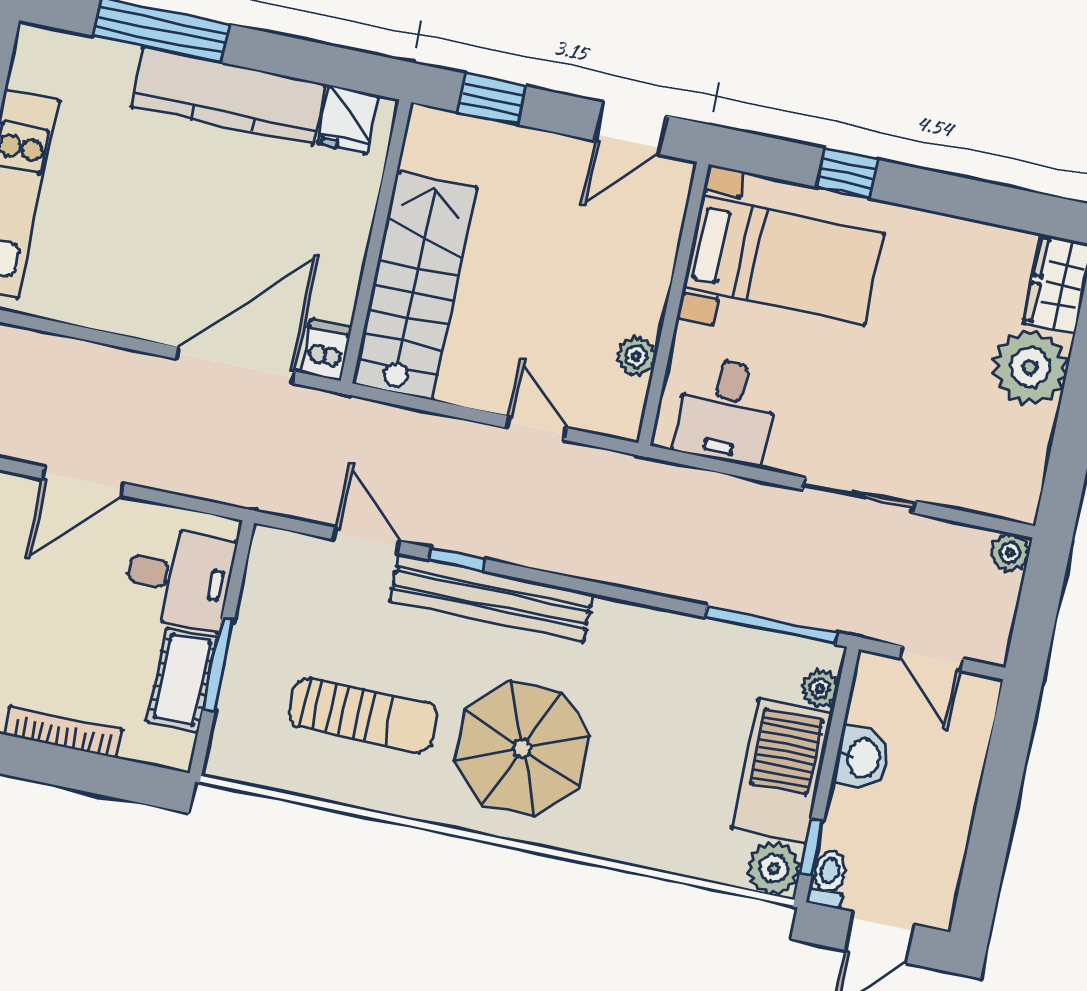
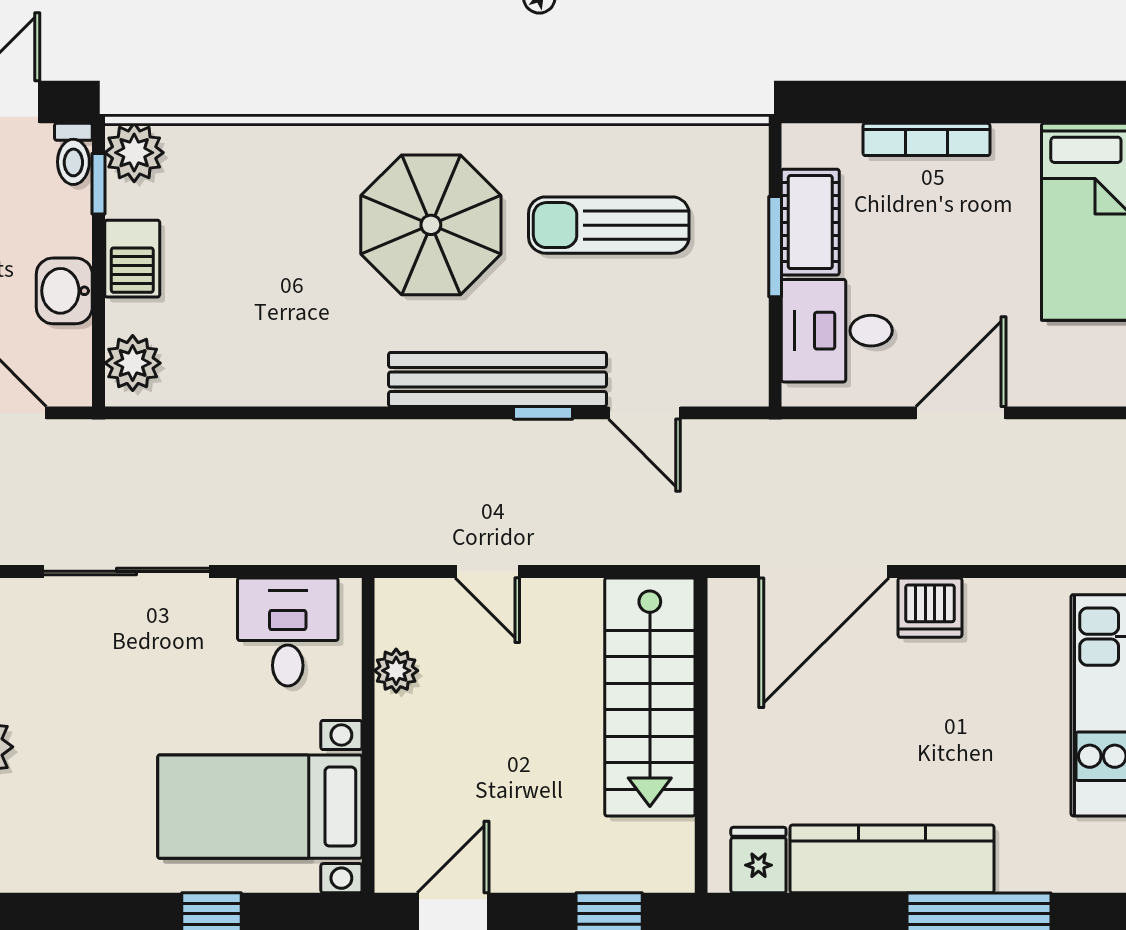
dishwasher: (326, 350) -> (930, 608), moved, width x1.38
sliding door: (859, 495) -> (126, 571), width x1.37
window: (771, 625) -> (192, 413), removed
plant: (820, 689) -> (133, 363), width x1.38, depth x1.38
barbecue: (782, 771) -> (132, 259), width x0.53, depth x0.65

